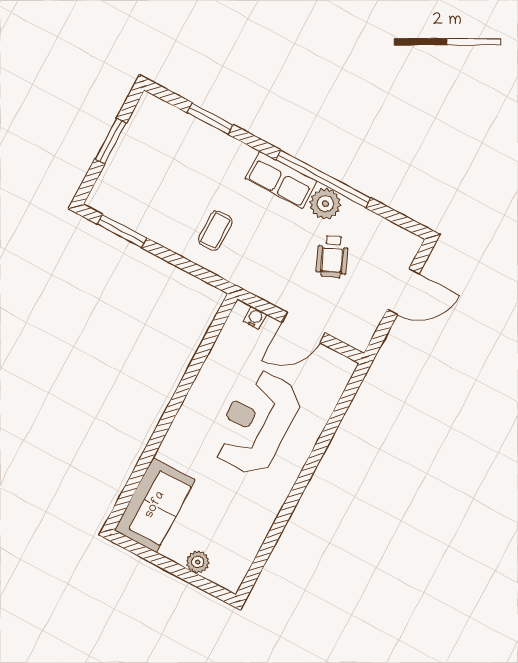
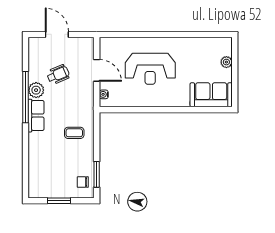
window: (210, 119) -> (26, 162), removed
chair: (121, 200) -> (83, 182), added

